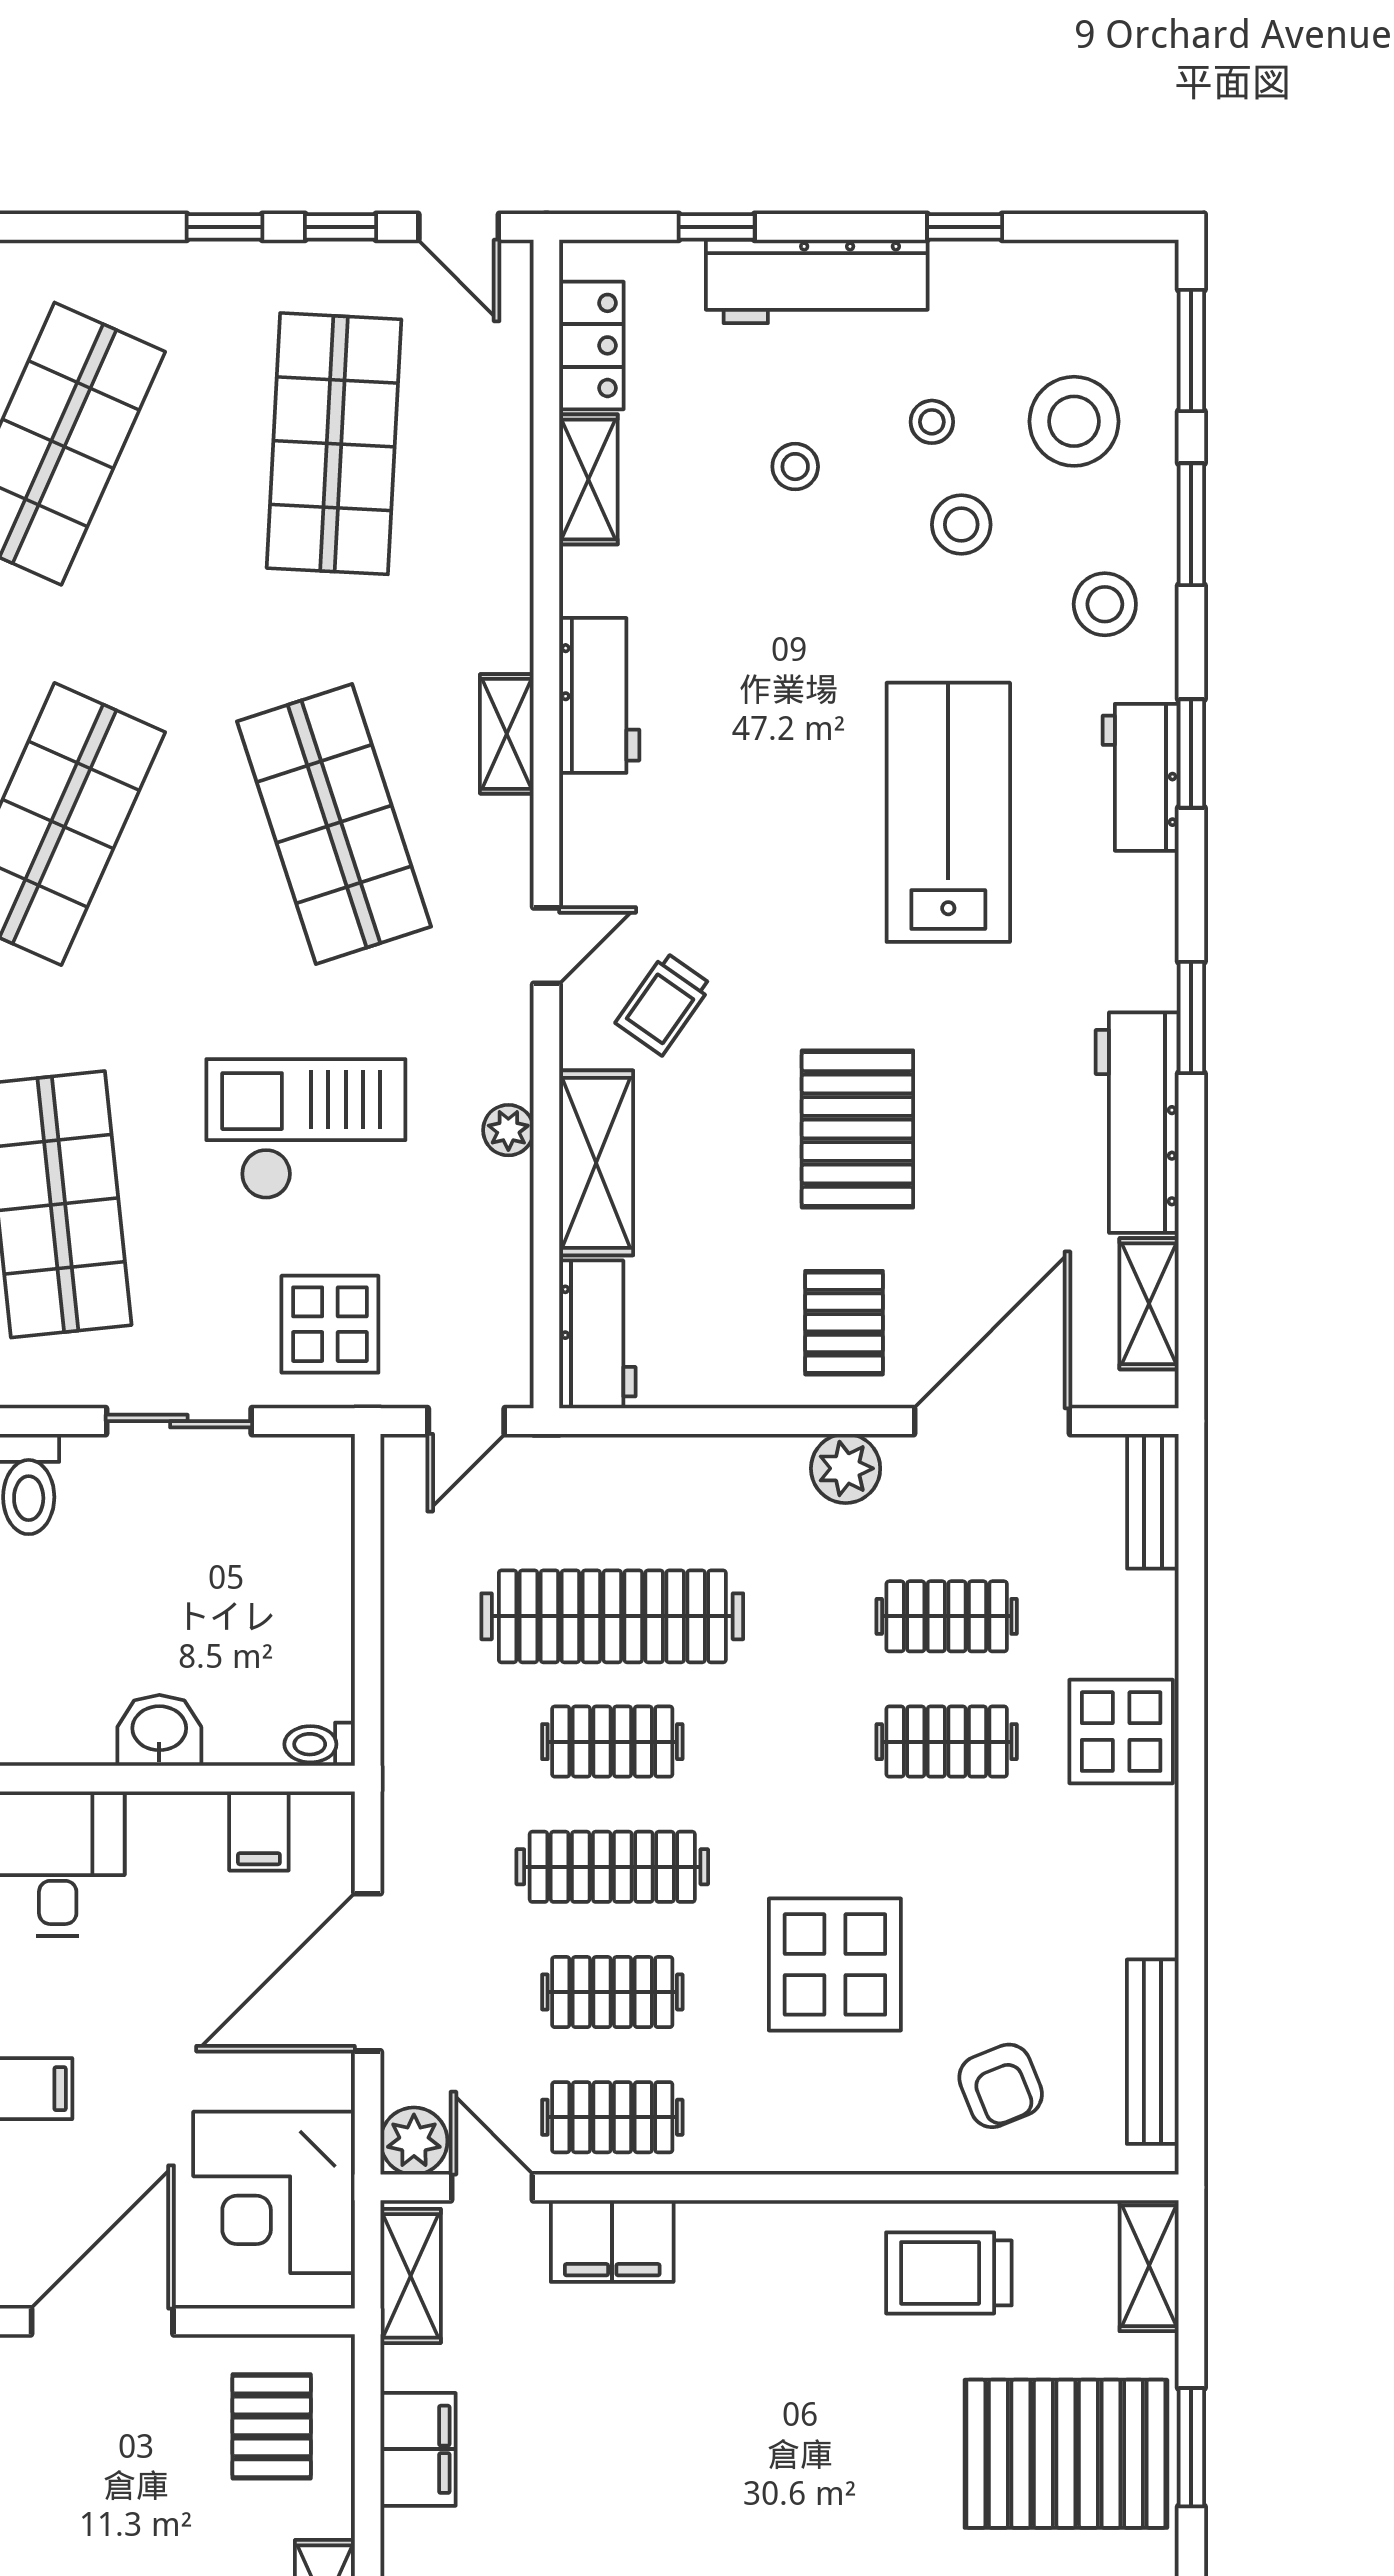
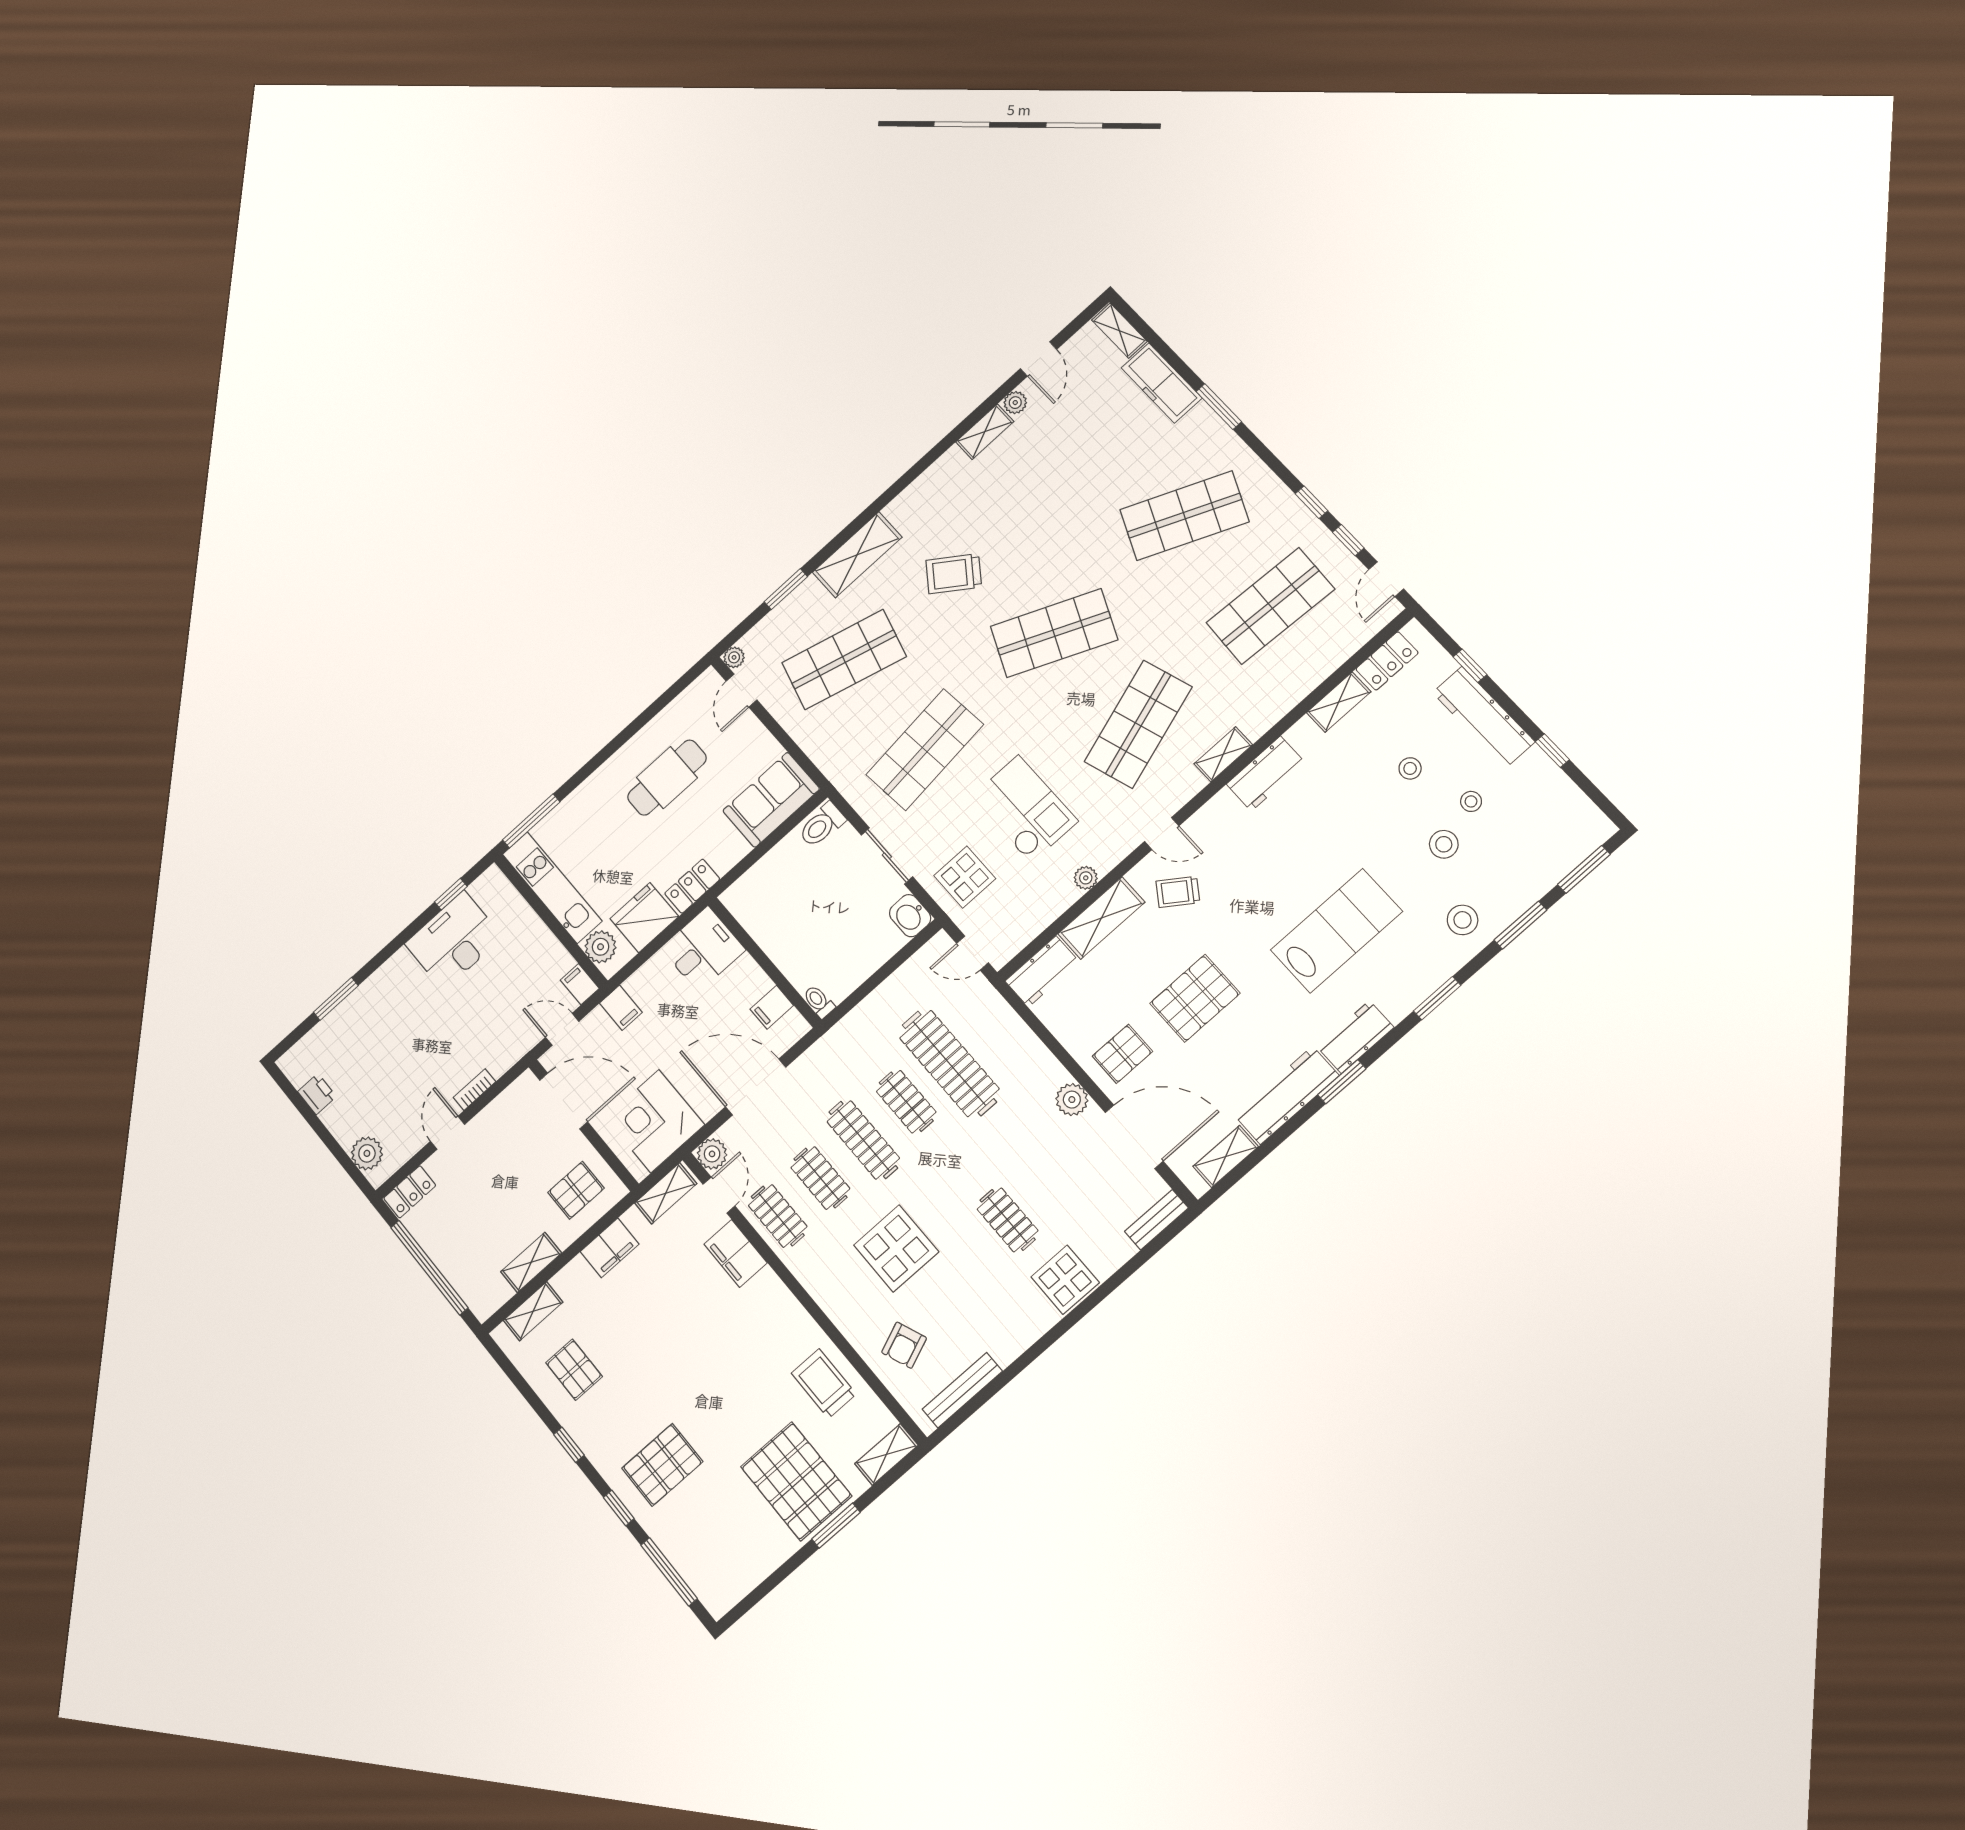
stool: (1074, 421) -> (1519, 851), removed
workbench: (1141, 777) -> (1355, 1037), moved
clothes rail: (947, 1616) -> (1051, 1181), removed
washbasin: (159, 1730) -> (910, 916), moved, turned 180

